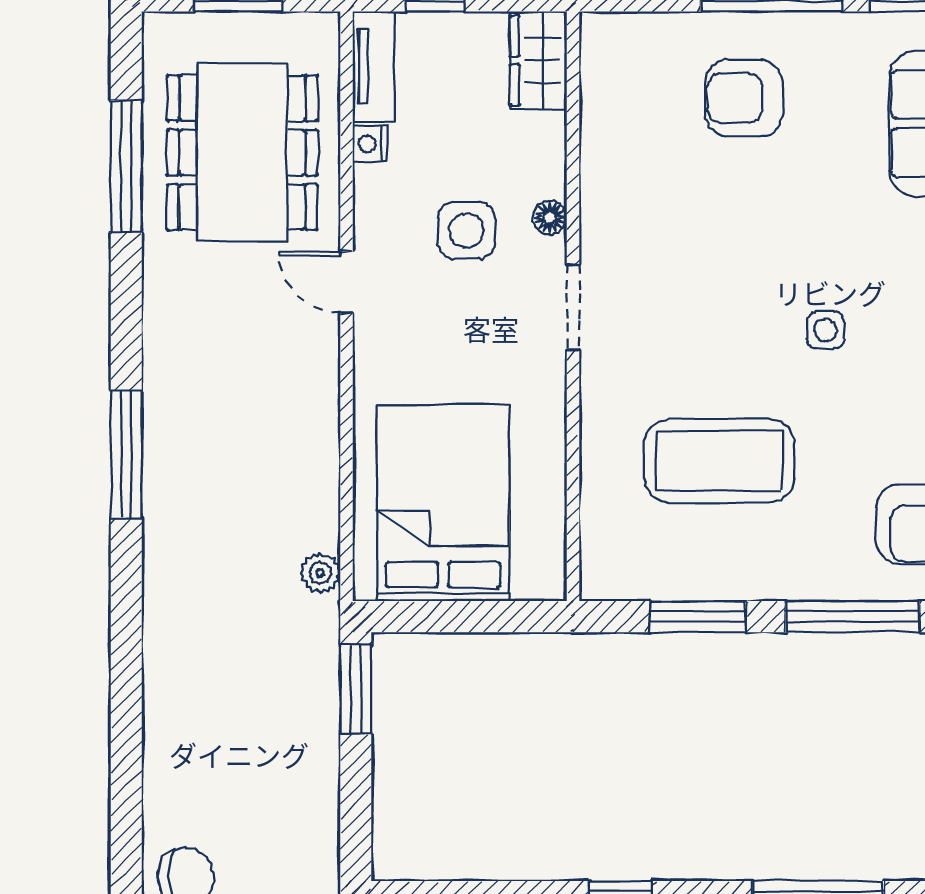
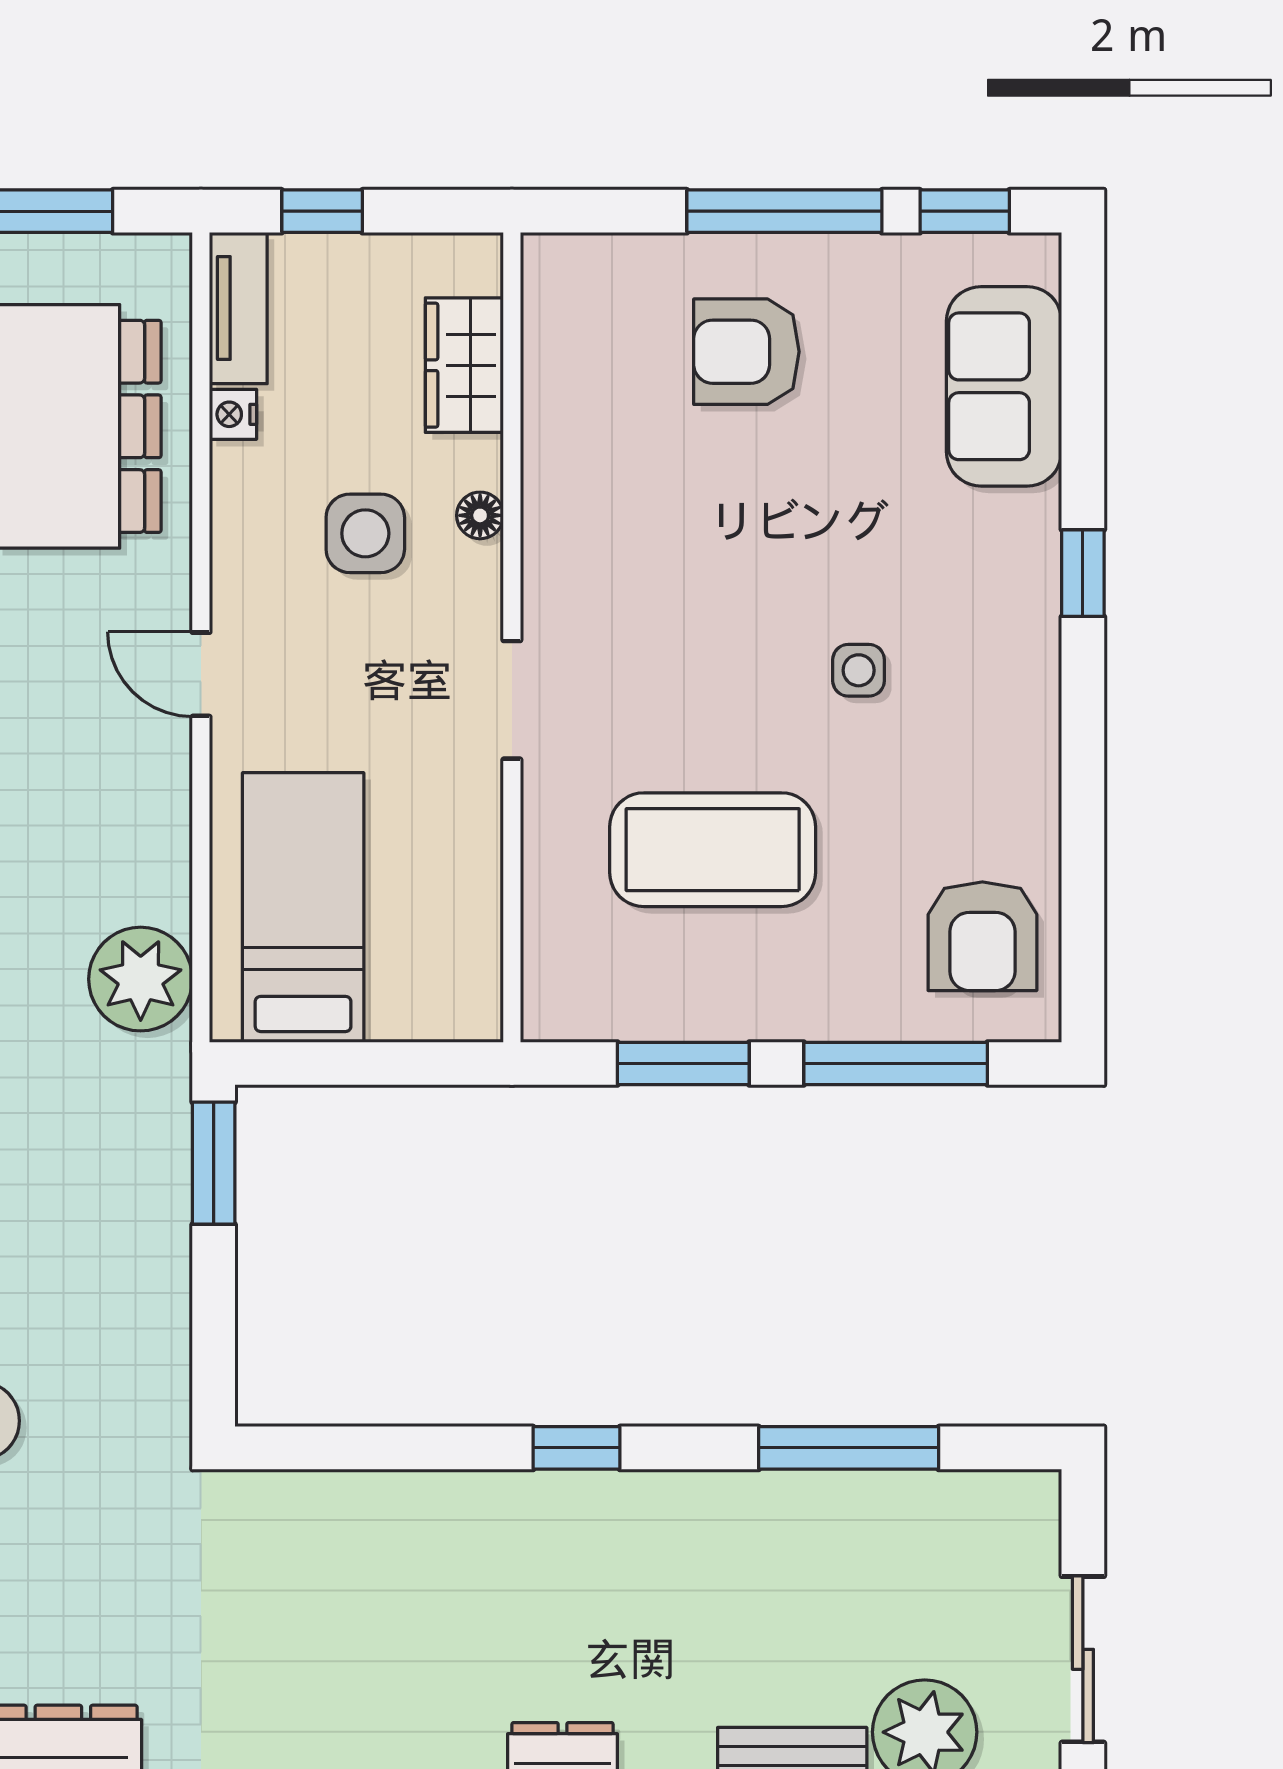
wardrobe: (538, 60) -> (464, 365), moved
door: (347, 282) -> (201, 674), moved
doorway: (573, 308) -> (512, 700), moved
bed: (443, 503) -> (303, 907), width x0.67
plant: (320, 573) -> (141, 979), width x1.87, depth x1.87

